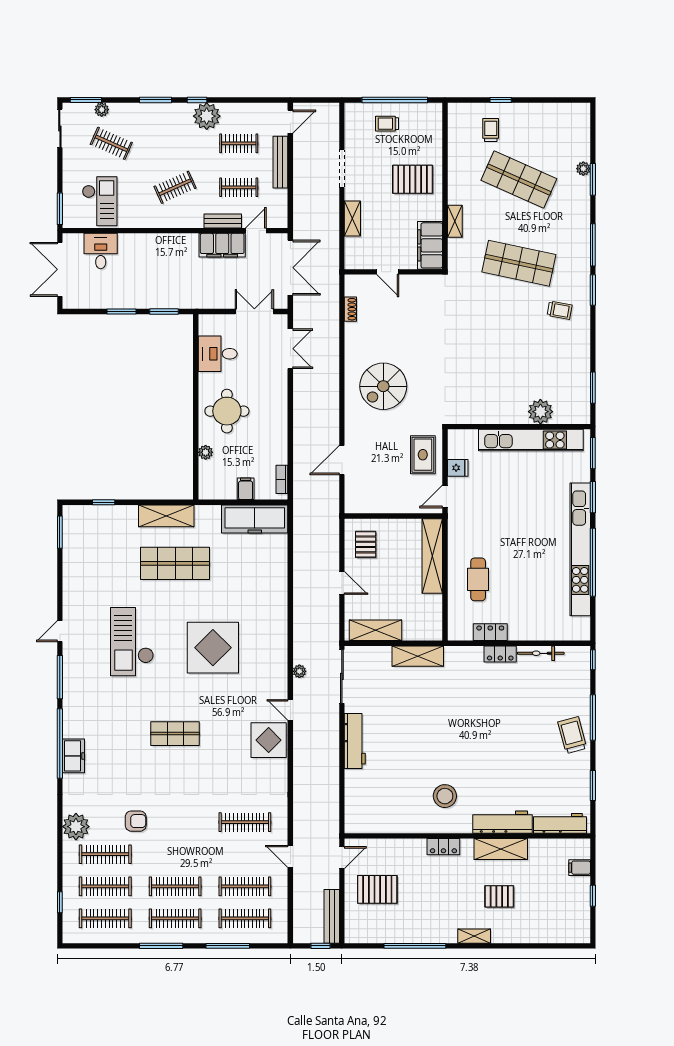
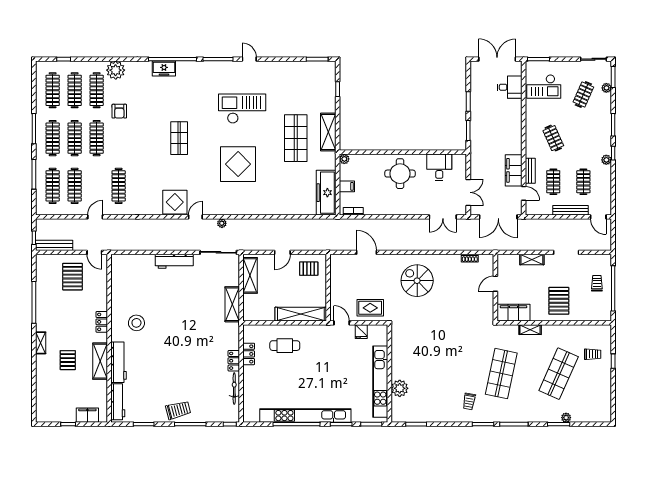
plant: (207, 116) -> (606, 160), width x0.53, depth x0.53
plant: (206, 452) -> (344, 159), moved
clothes rail: (175, 854) -> (97, 138), added
filing cabinet: (580, 868) -> (87, 415), width x2.00

